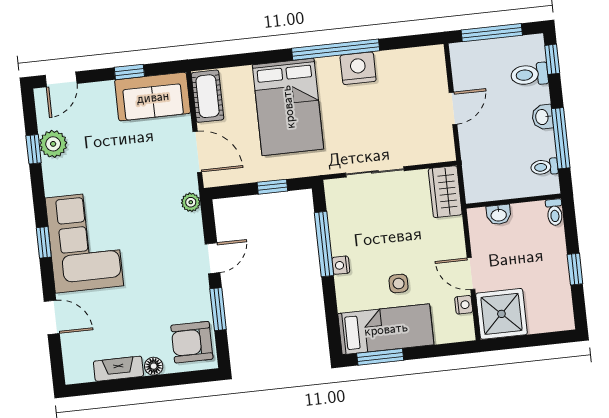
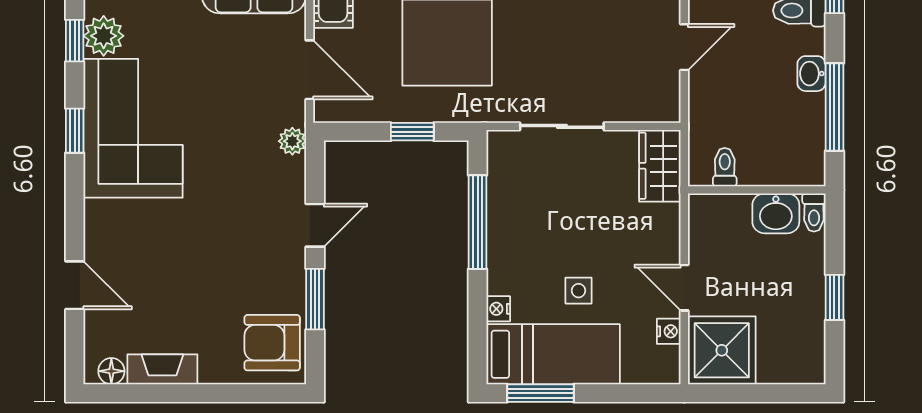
toilet: (544, 167) -> (725, 167), moved, turned 90
washbasin: (499, 215) -> (776, 213), moved, width x1.38, depth x1.45
window: (44, 242) -> (75, 131), moved
corner sofa: (84, 242) -> (133, 128), moved
nightstand: (341, 265) -> (498, 309), moved
floor lamp: (154, 366) -> (111, 371), moved

